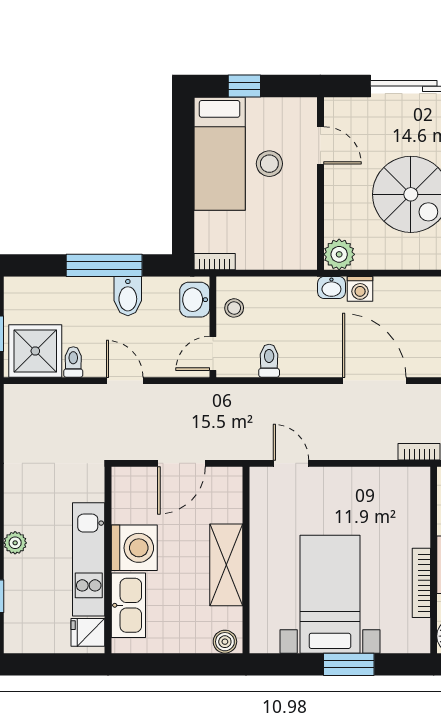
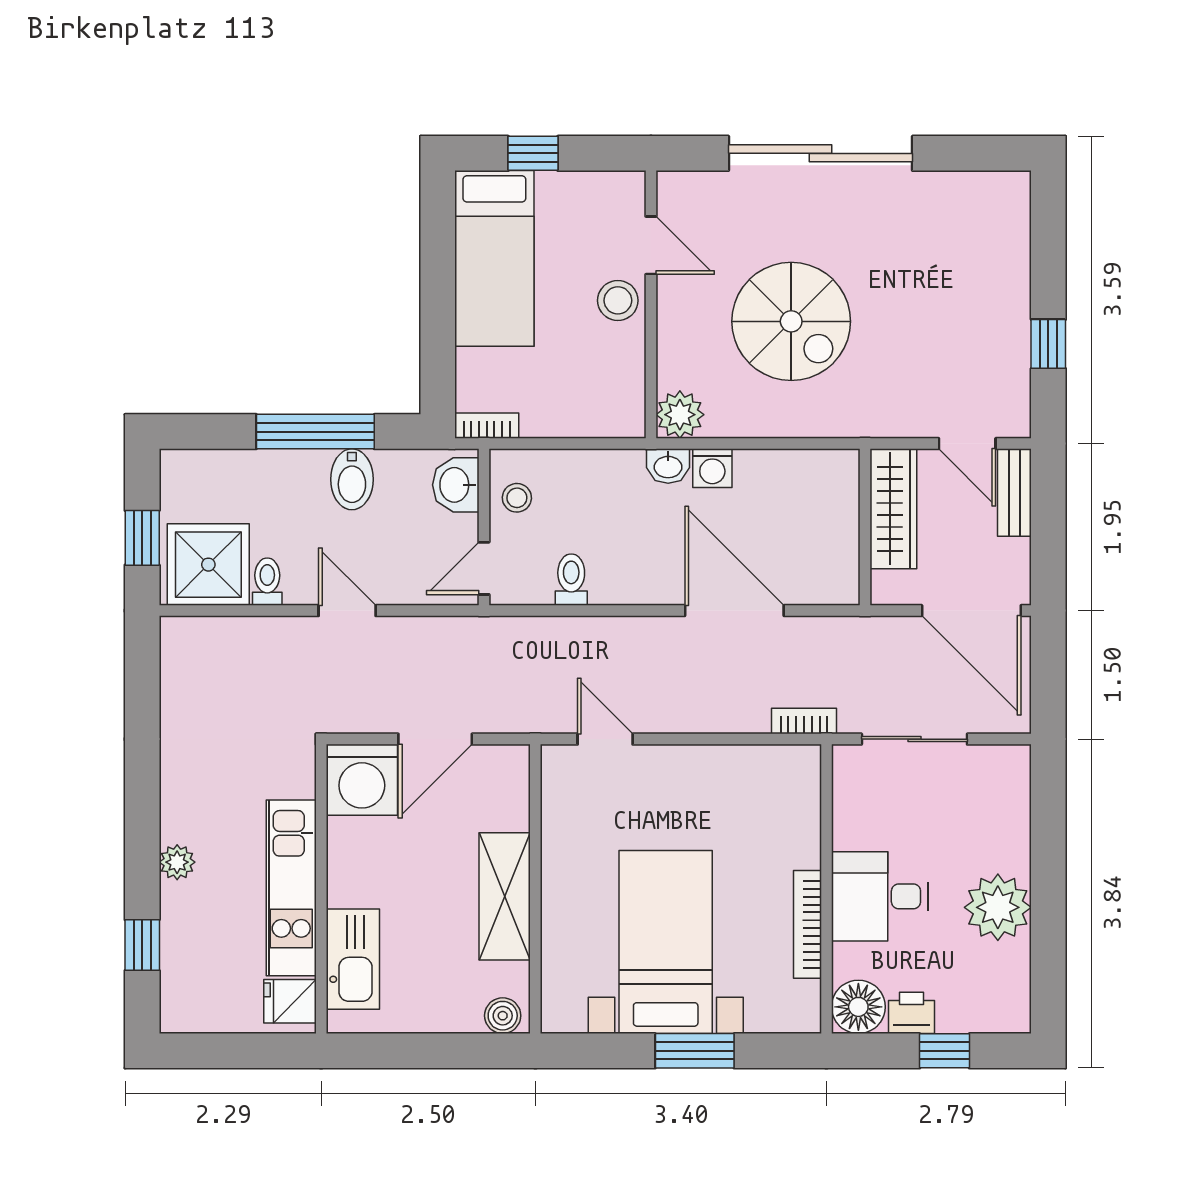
stool: (269, 164) -> (618, 300), moved
washing machine: (134, 548) -> (362, 780), moved, turned 90

